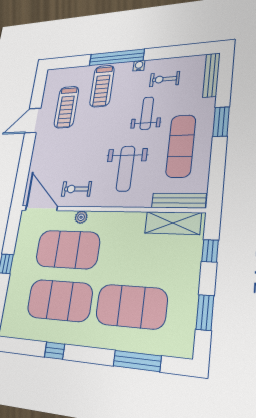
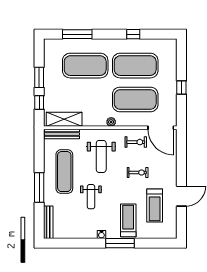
window: (116, 57) -> (120, 243), width x0.68
exercise bike: (165, 79) -> (138, 173), moved
treadmill: (66, 107) -> (155, 205), turned 180
window: (221, 122) -> (39, 188), width x1.44
weight bench: (126, 169) -> (101, 156), turned 180
plant: (81, 217) -> (111, 122), moved
window: (205, 313) -> (39, 77), moved

